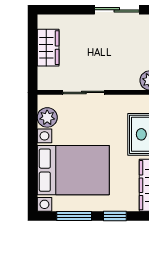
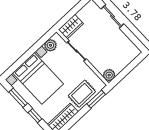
sliding door: (117, 10) -> (112, 16), moved
wardrobe: (48, 48) -> (71, 27), moved

